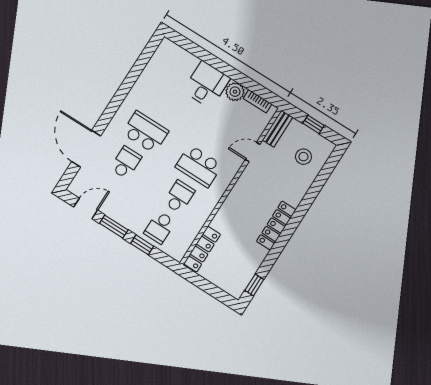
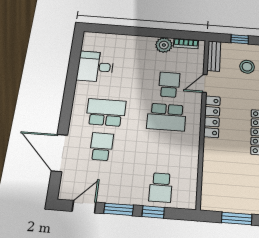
desk: (207, 85) -> (95, 67), moved, turned -90
school desk: (179, 197) -> (169, 85), moved
locker: (202, 249) -> (212, 117), moved
window: (211, 289) -> (237, 218), added

